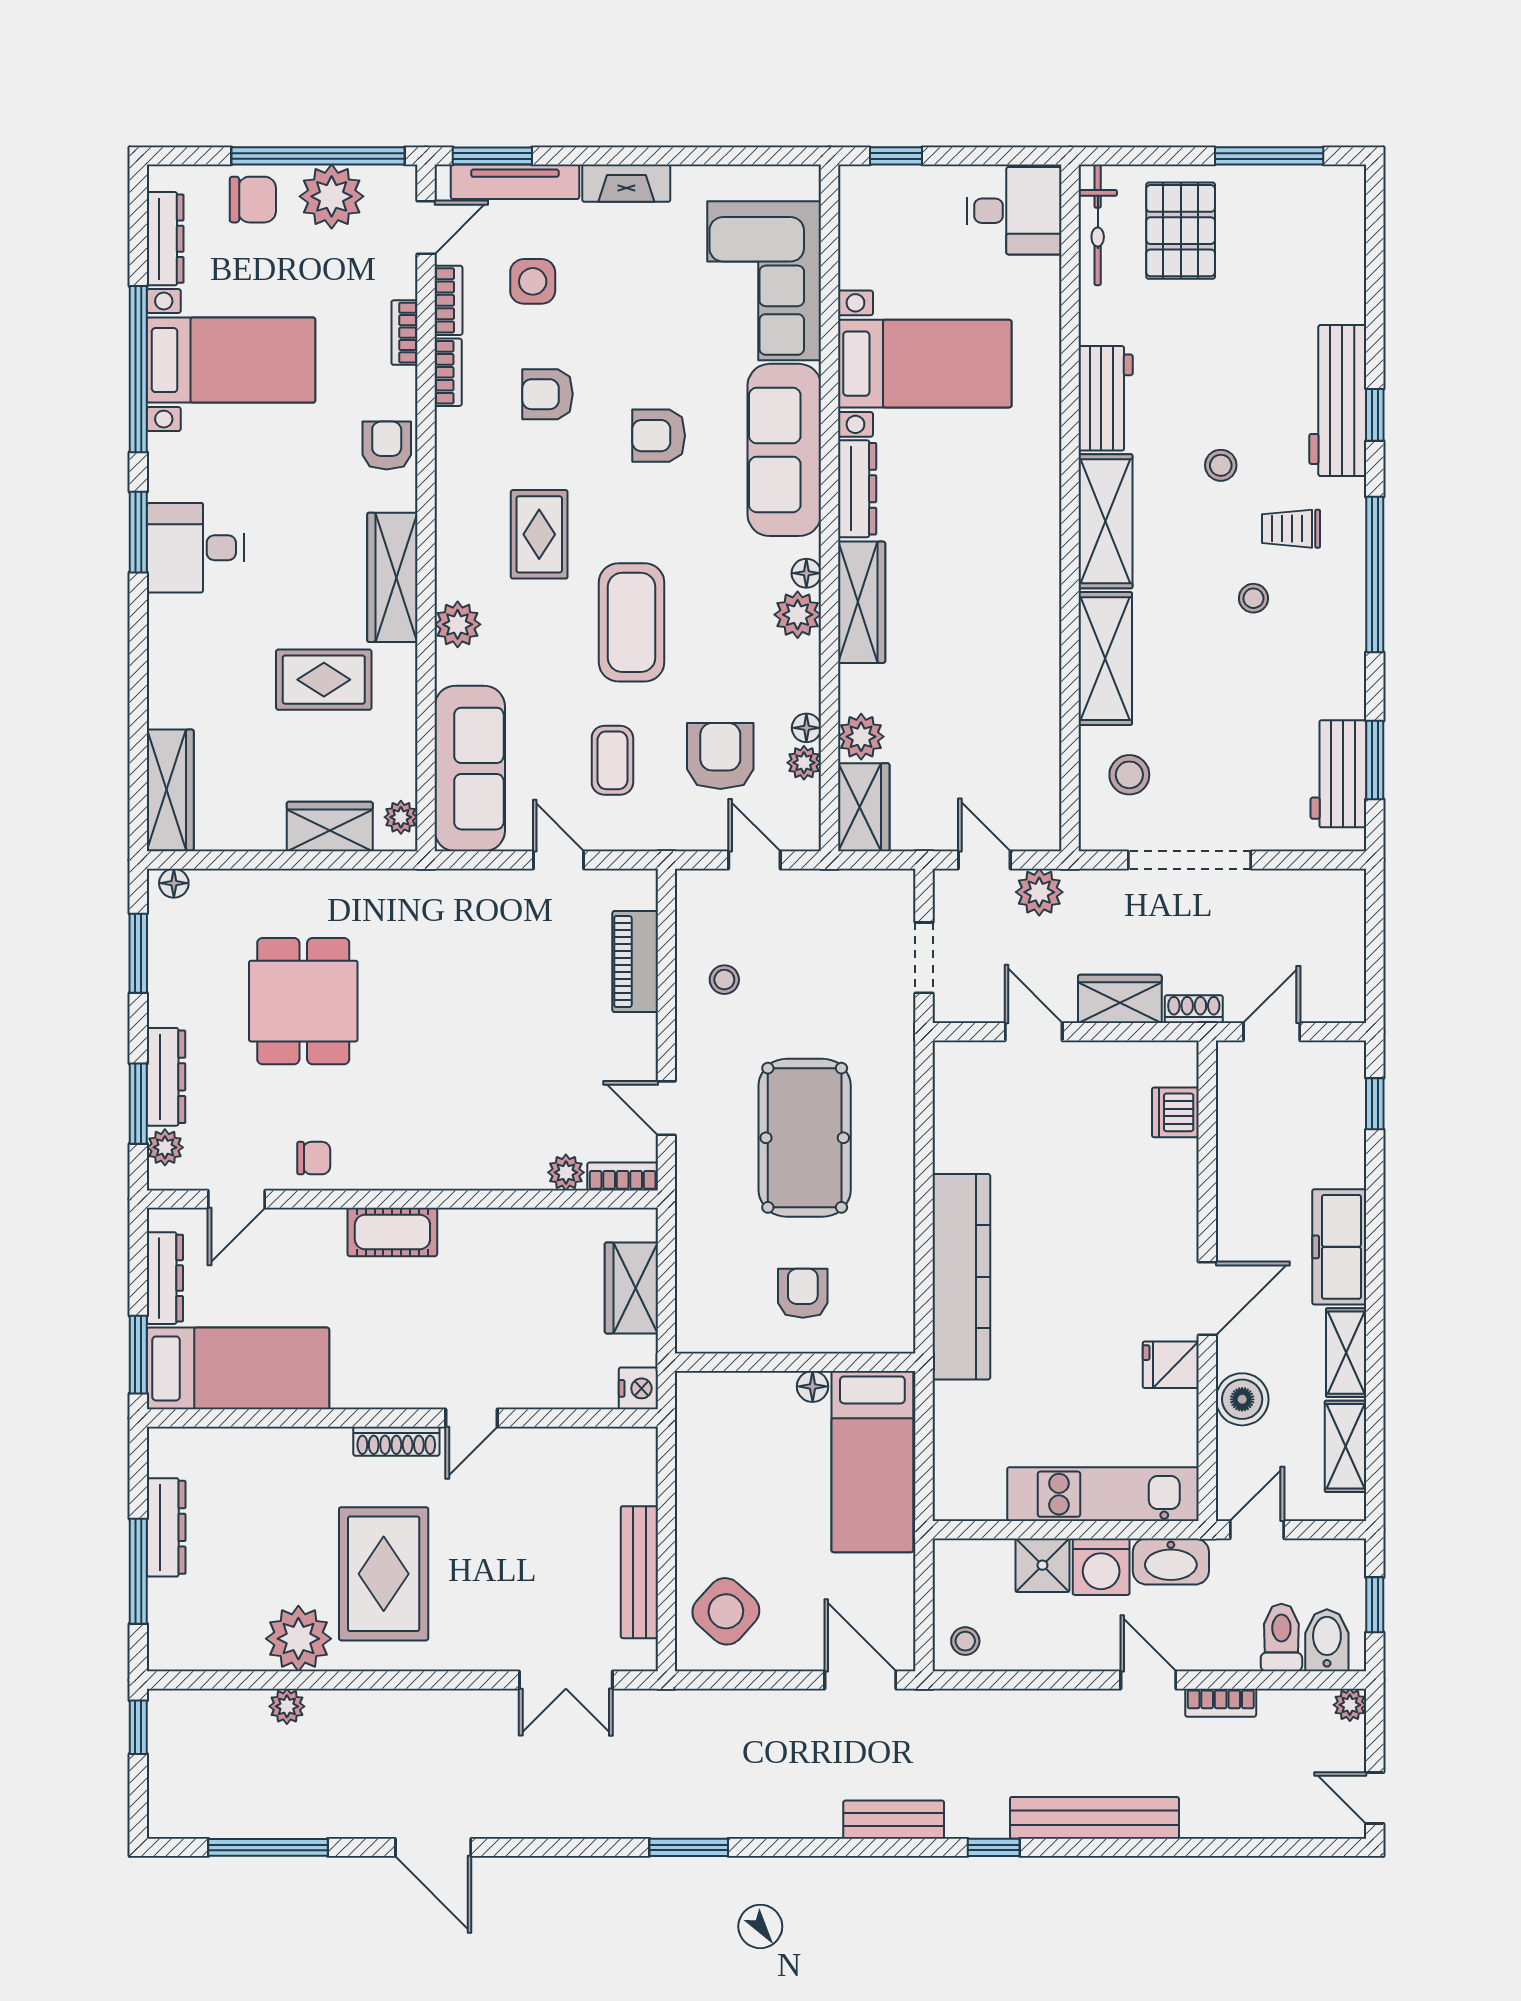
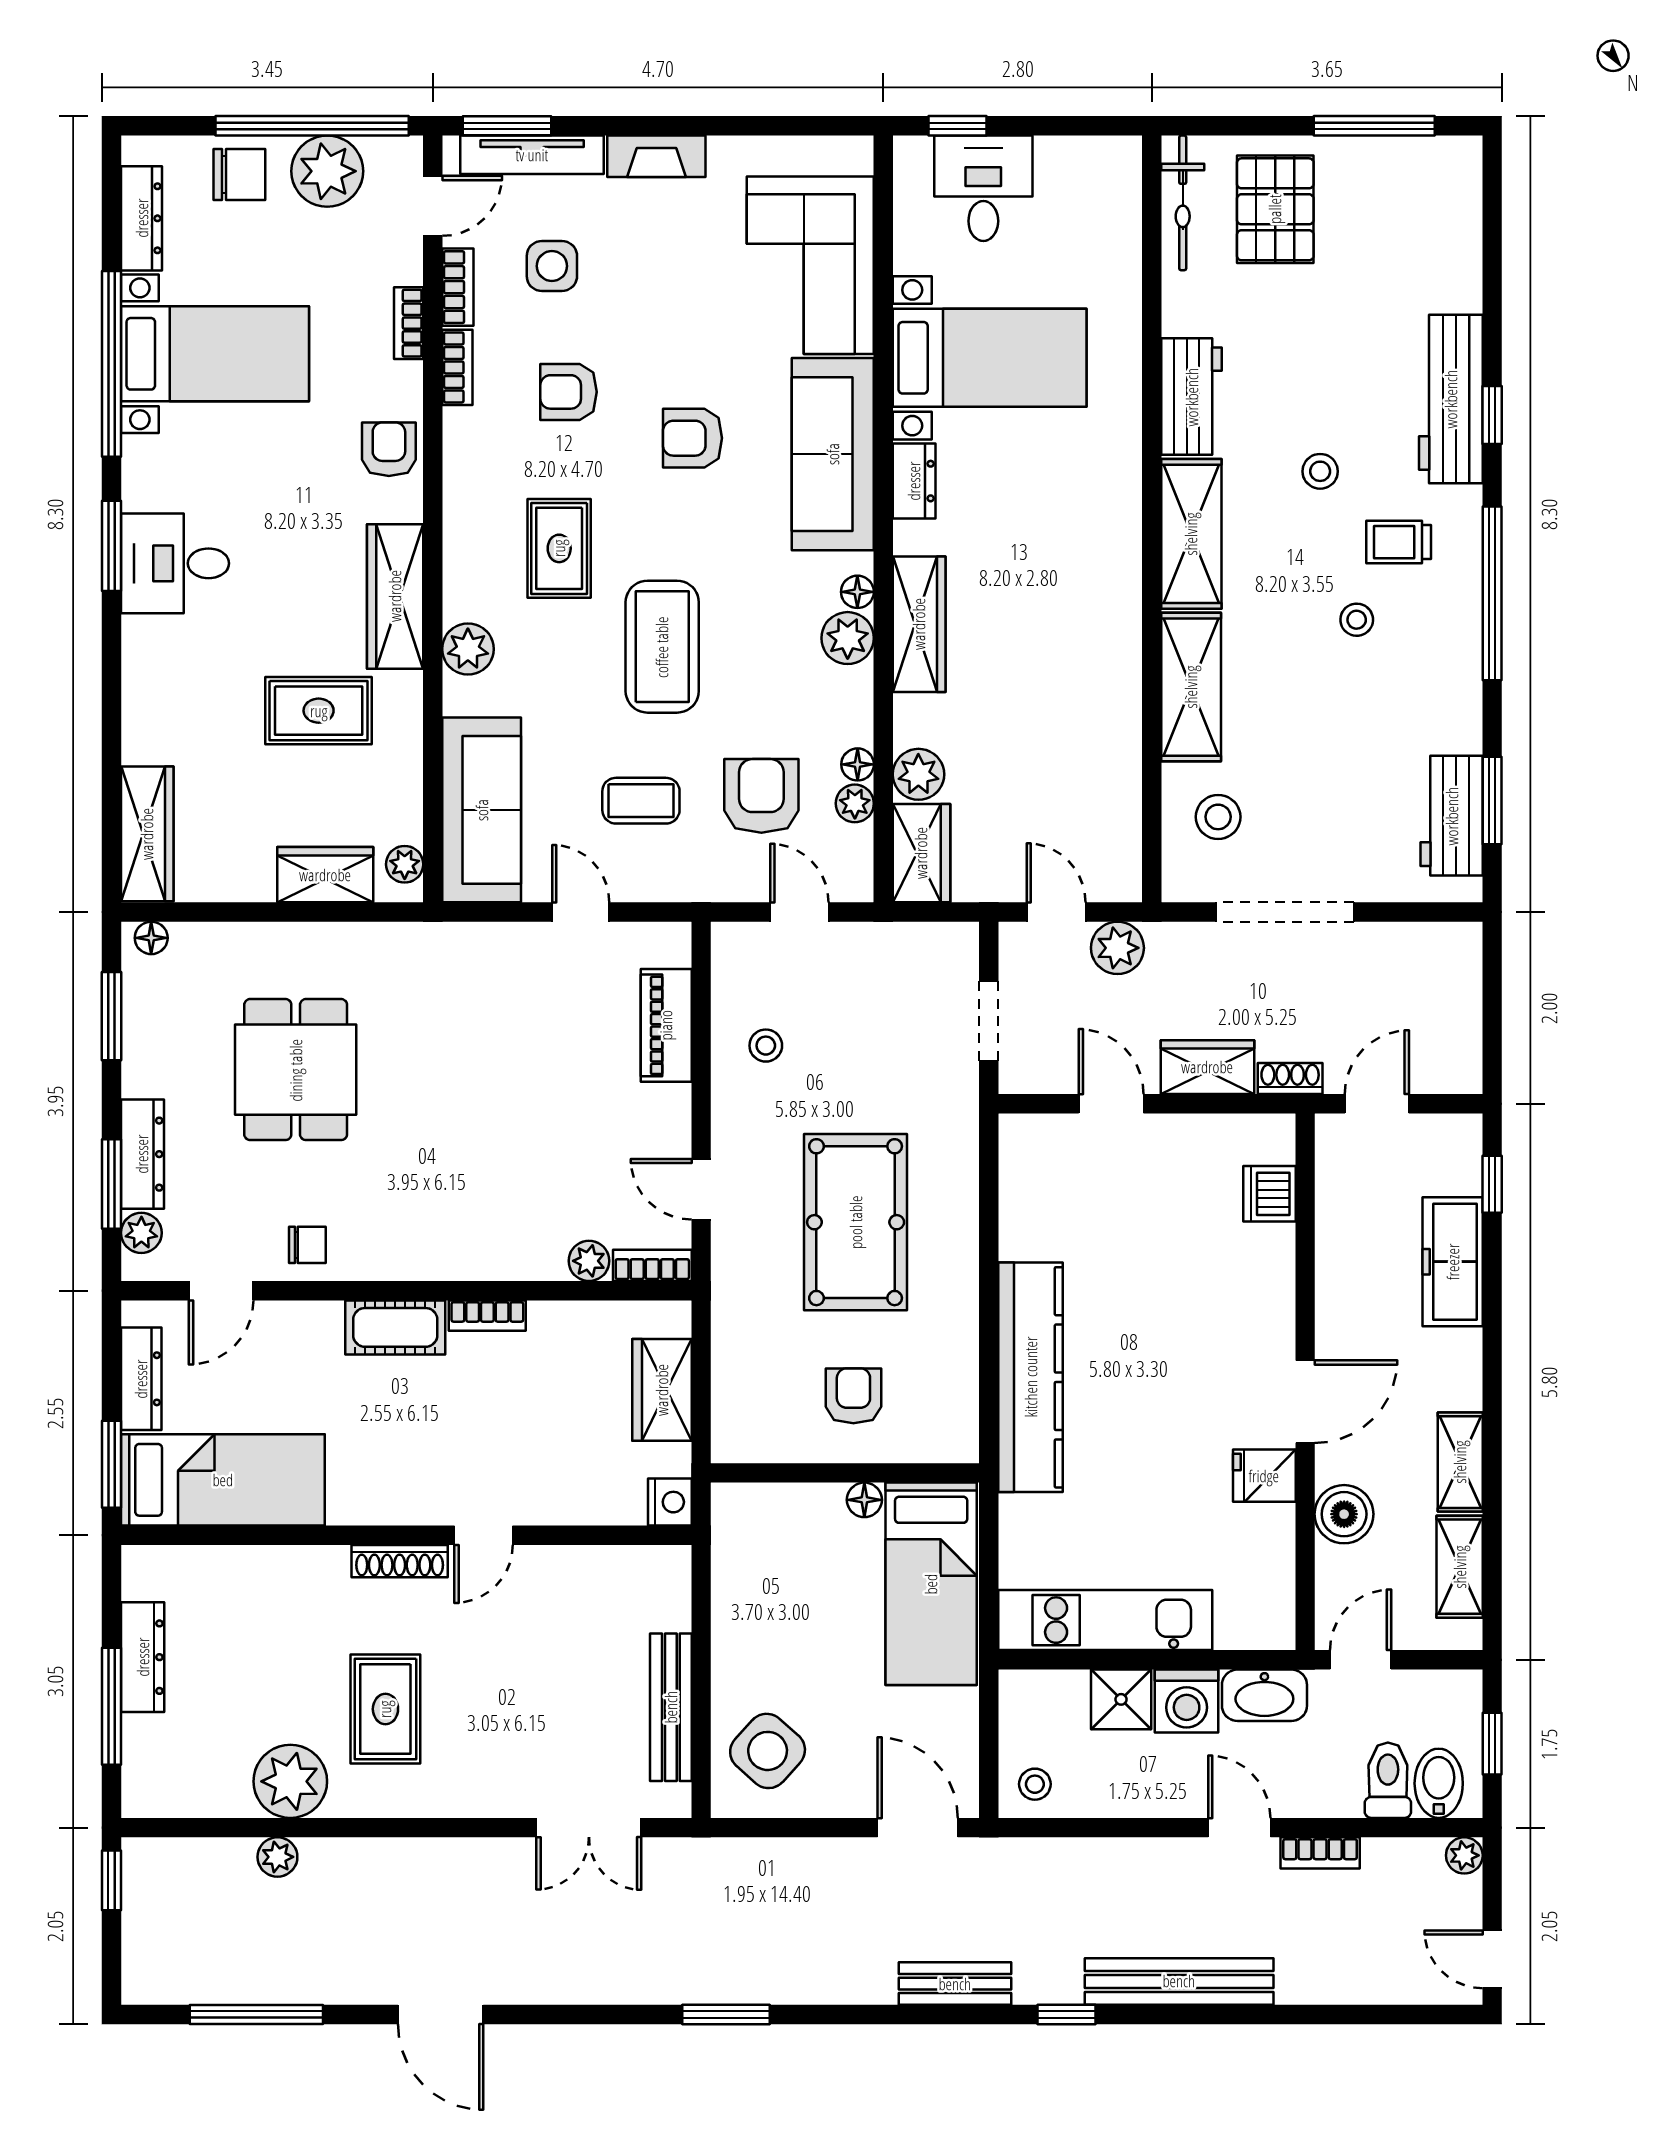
desk: (1014, 211) -> (983, 188), moved, turned -90
dresser: (857, 489) -> (914, 481), width x0.70
coffee table: (612, 760) -> (641, 801), turned 90
bookcase: (475, 1221) -> (487, 1316), added
freezer: (1339, 1247) -> (1453, 1262), moved
kitchen unit: (1103, 1494) -> (1105, 1620), moved
rug: (384, 1574) -> (385, 1709), width x0.73, depth x0.70

